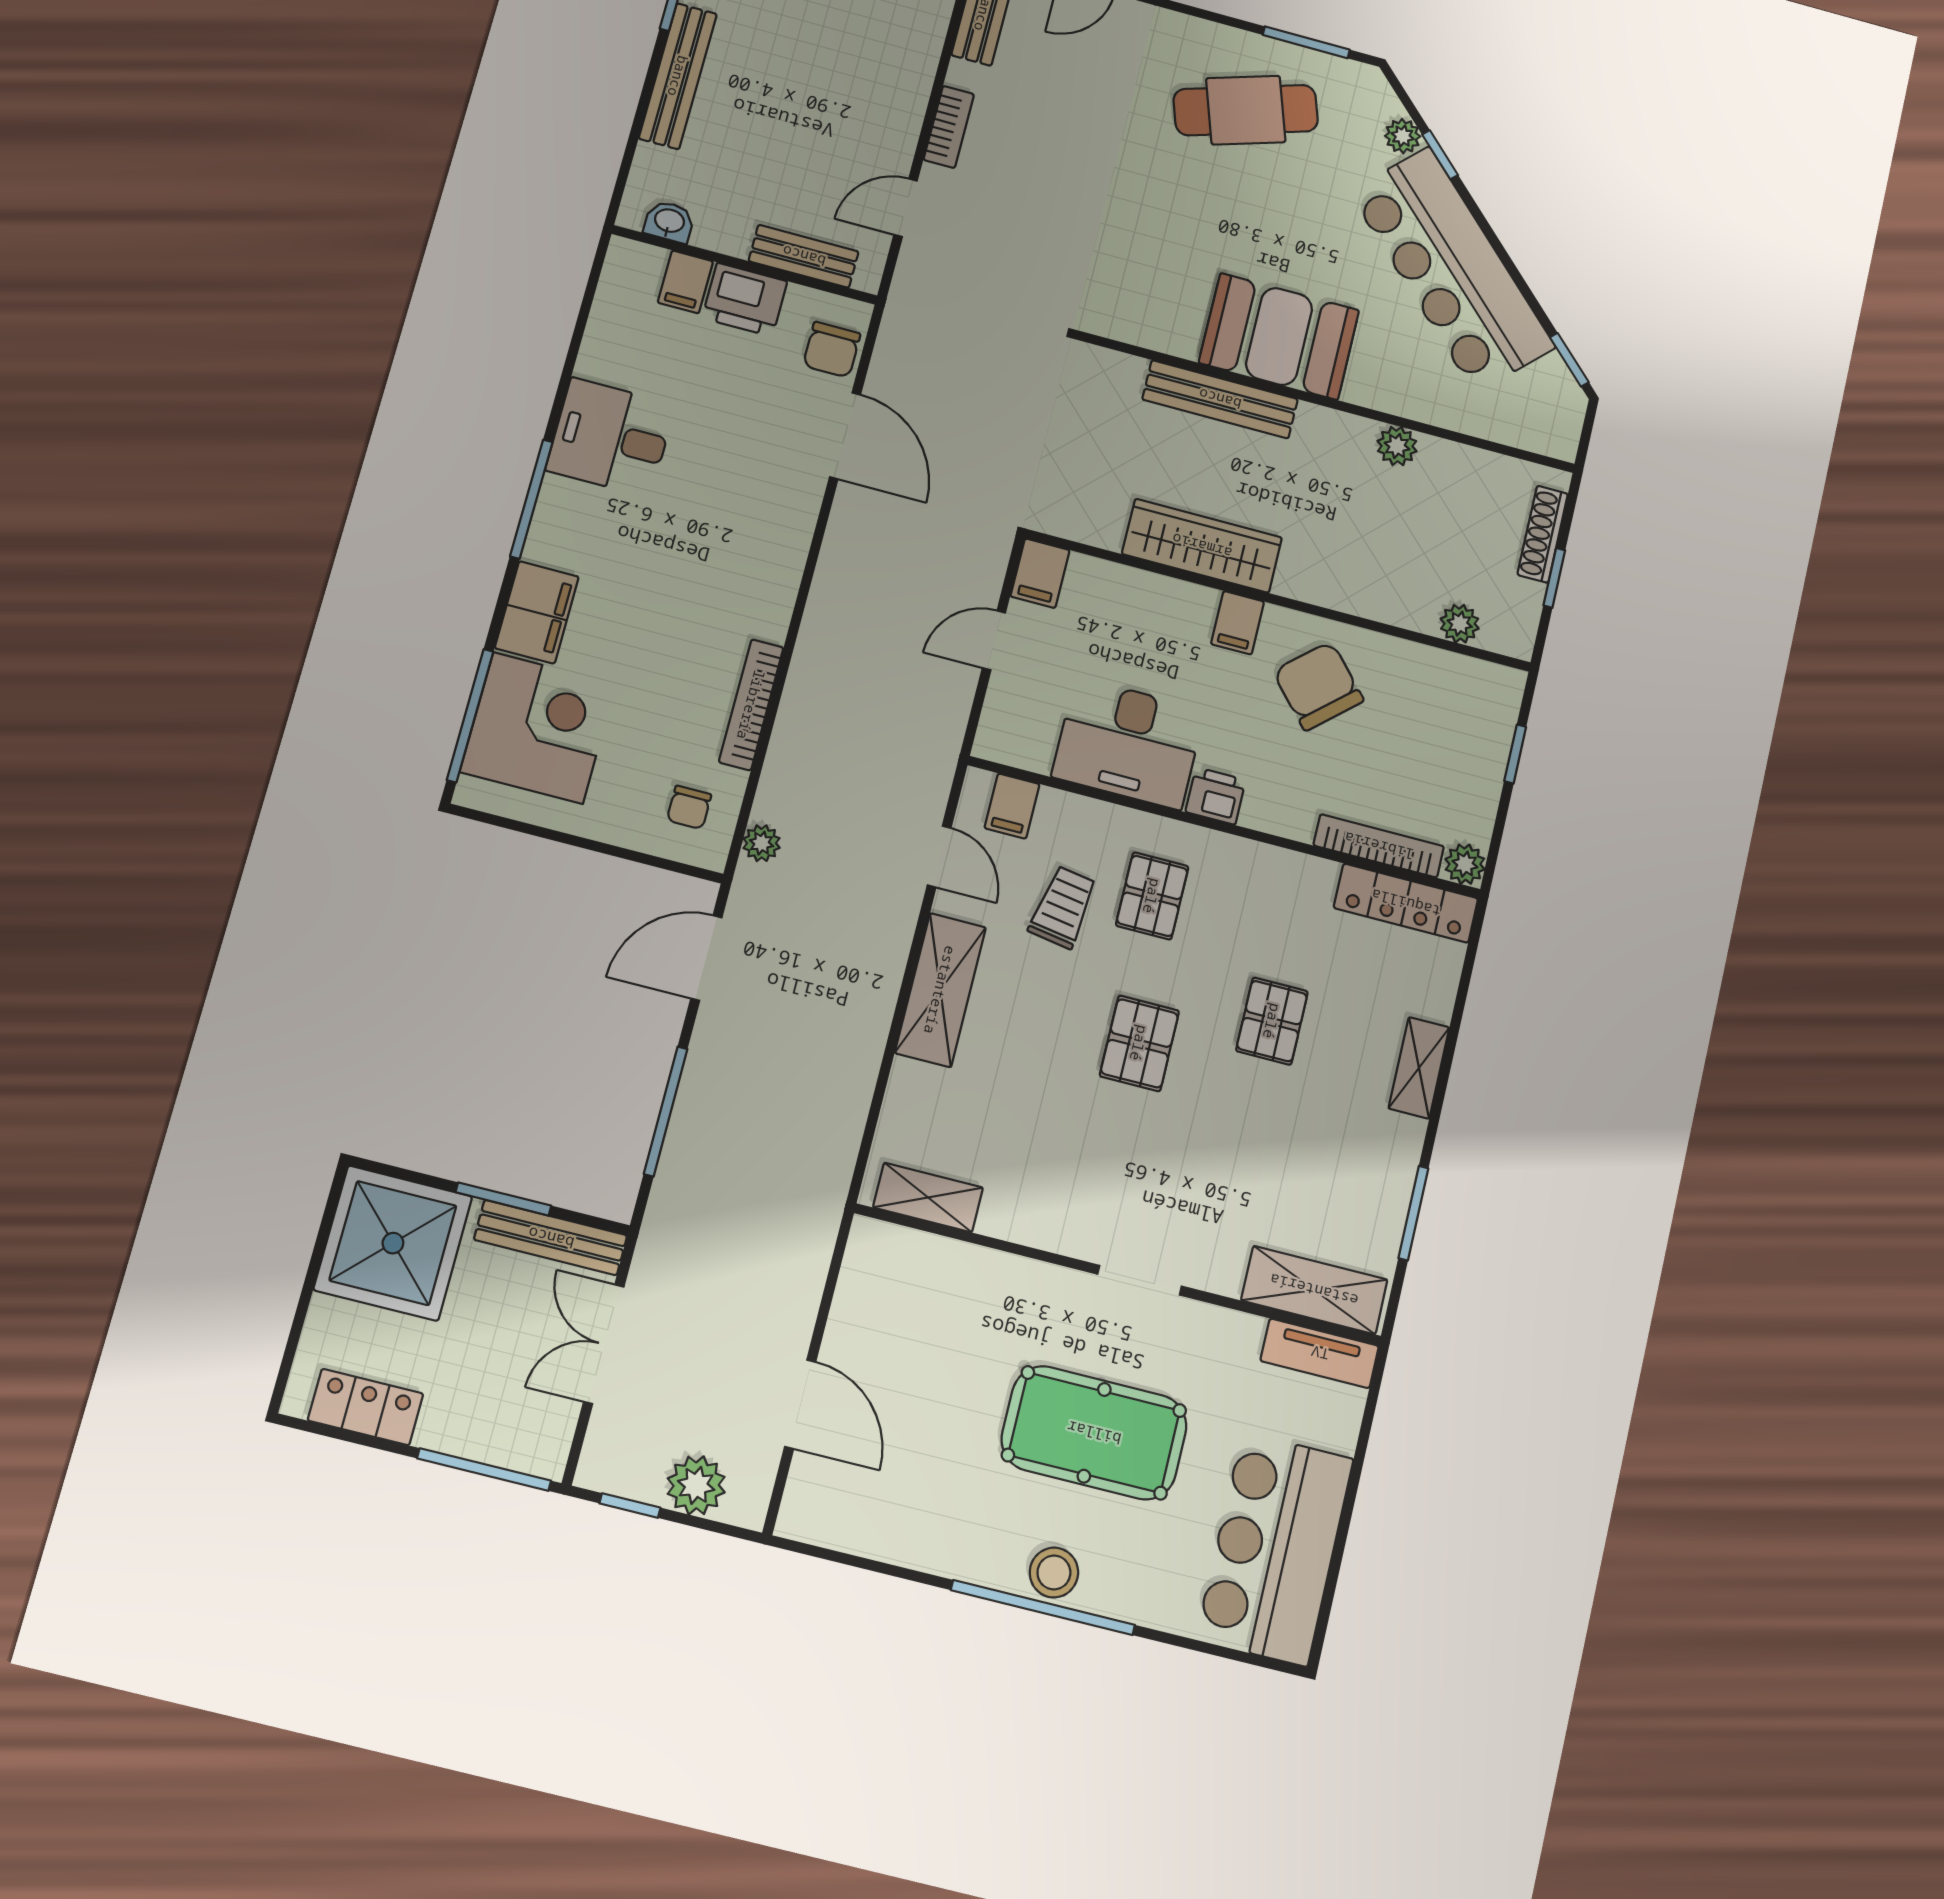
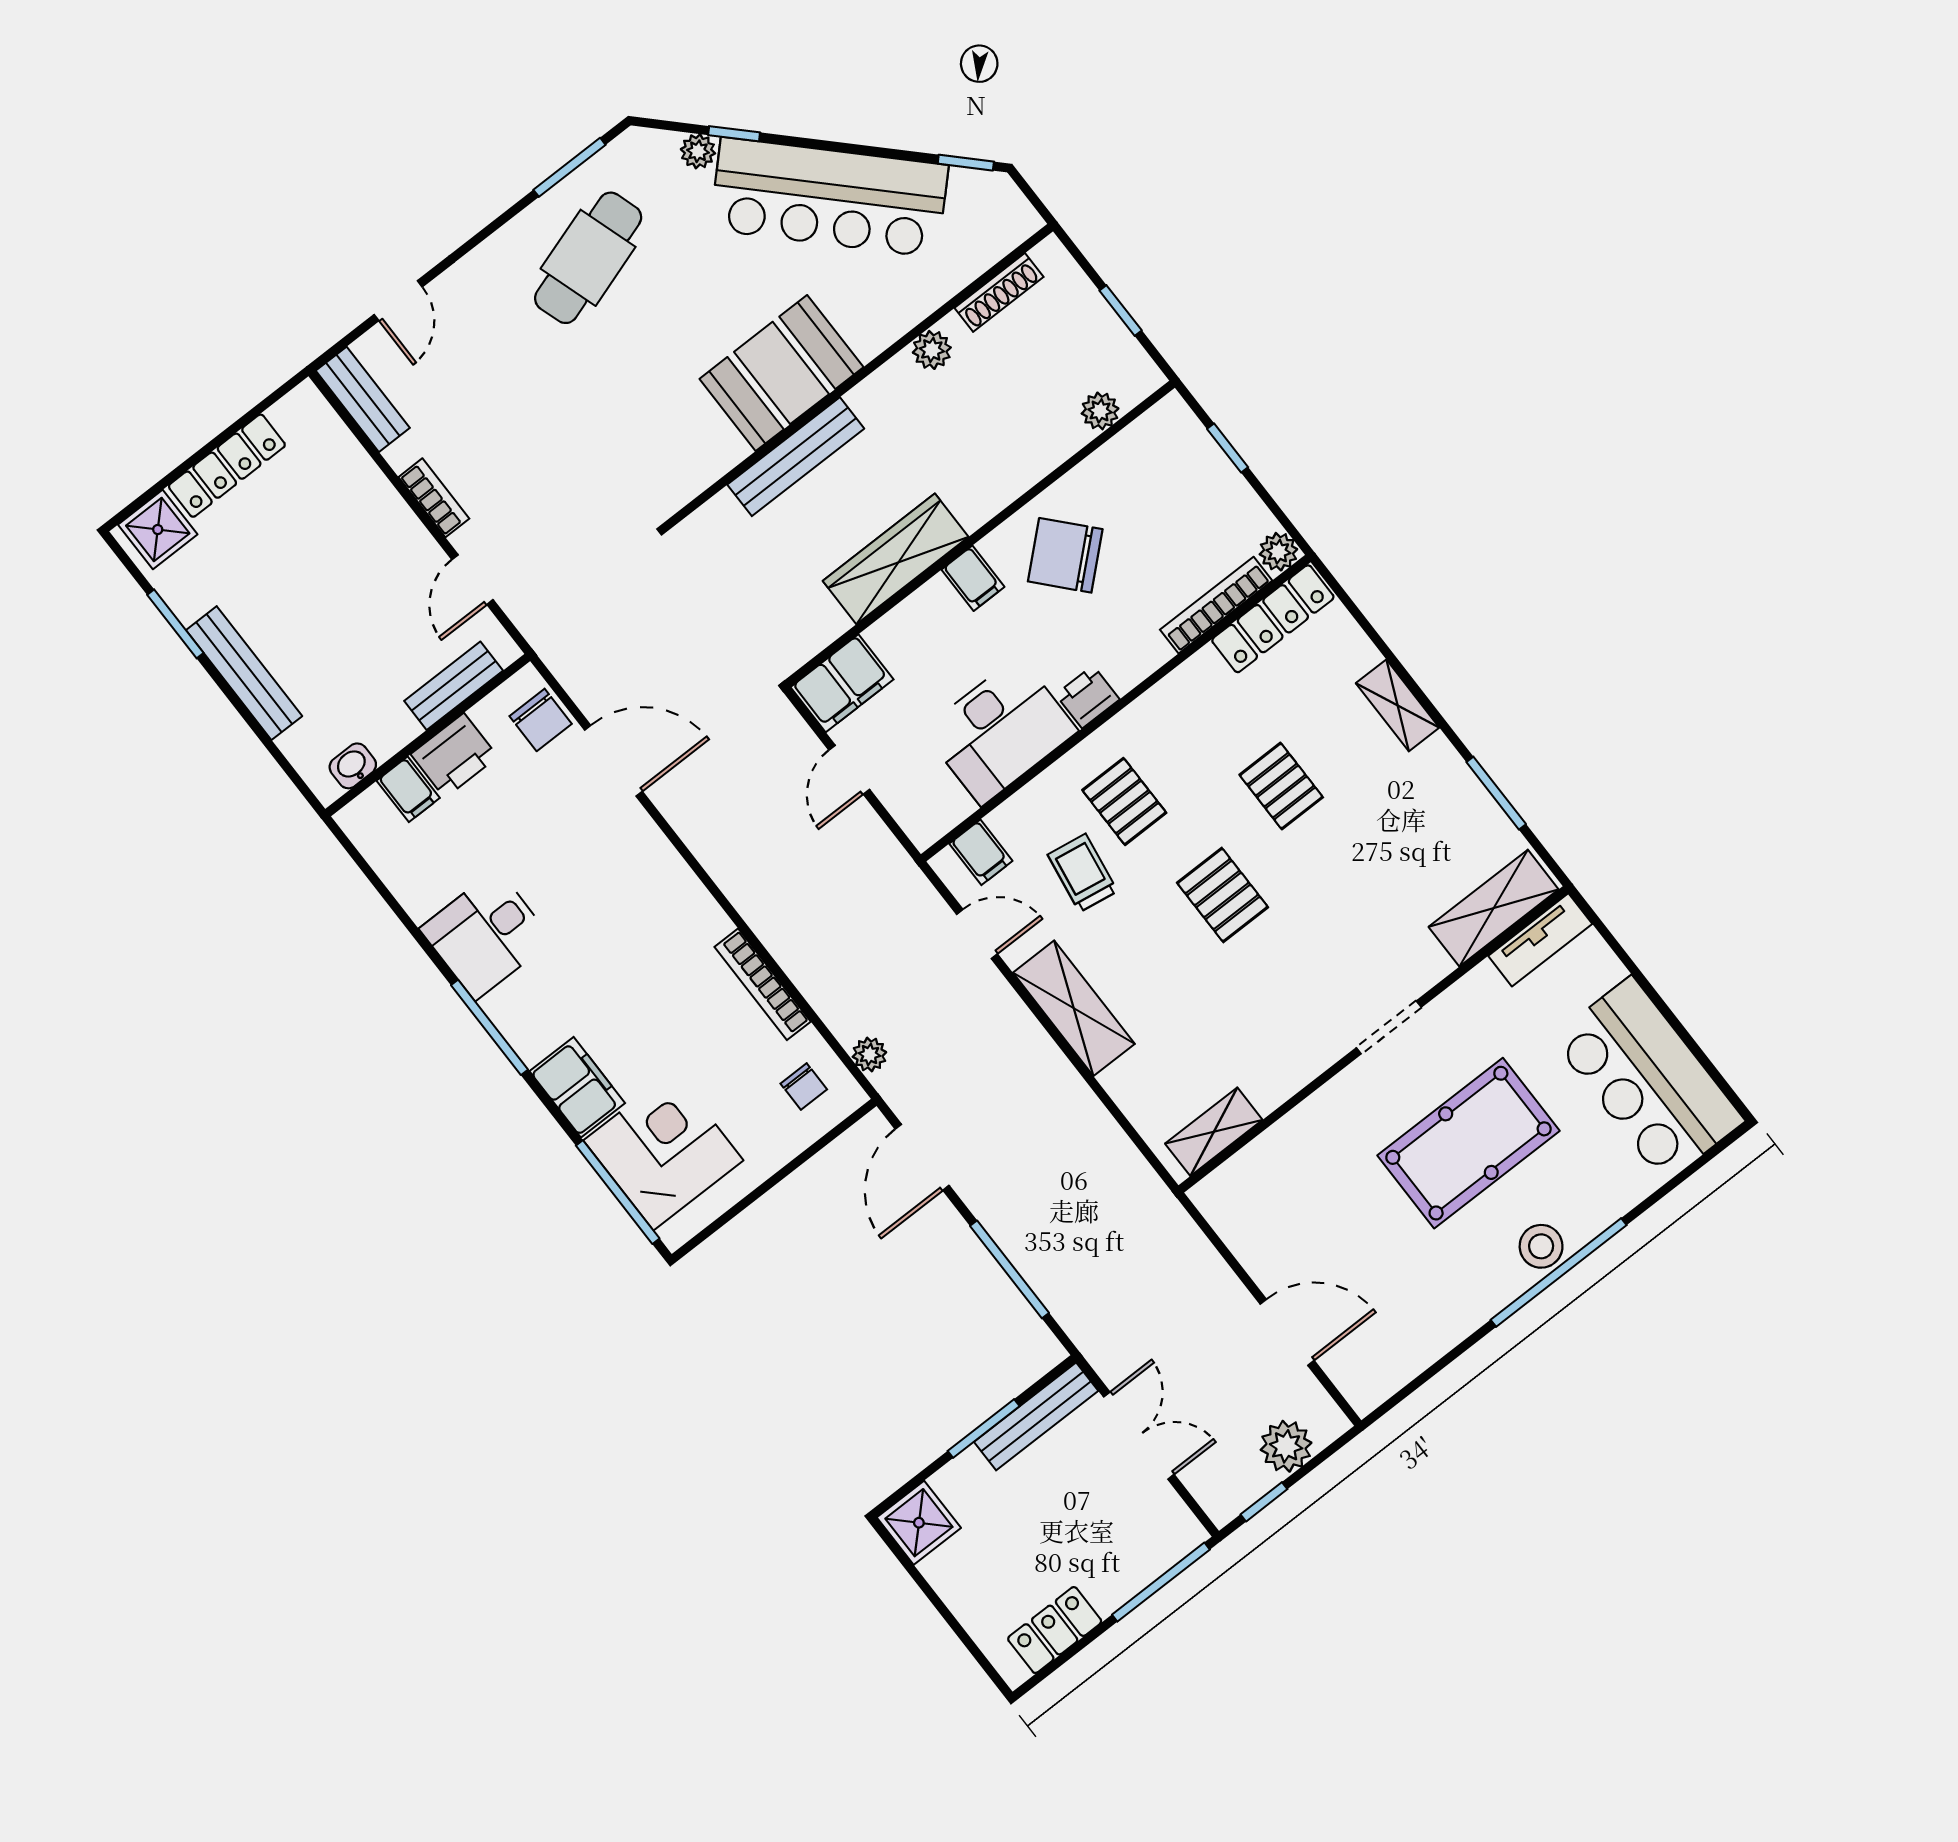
shoe rack: (1543, 534) -> (999, 292), moved, turned -90
filing cabinet: (1040, 573) -> (842, 683), width x2.00
shower: (393, 1243) -> (919, 1523), width x0.54, depth x0.54
double door: (604, 1344) -> (1139, 1436), swing flipped

